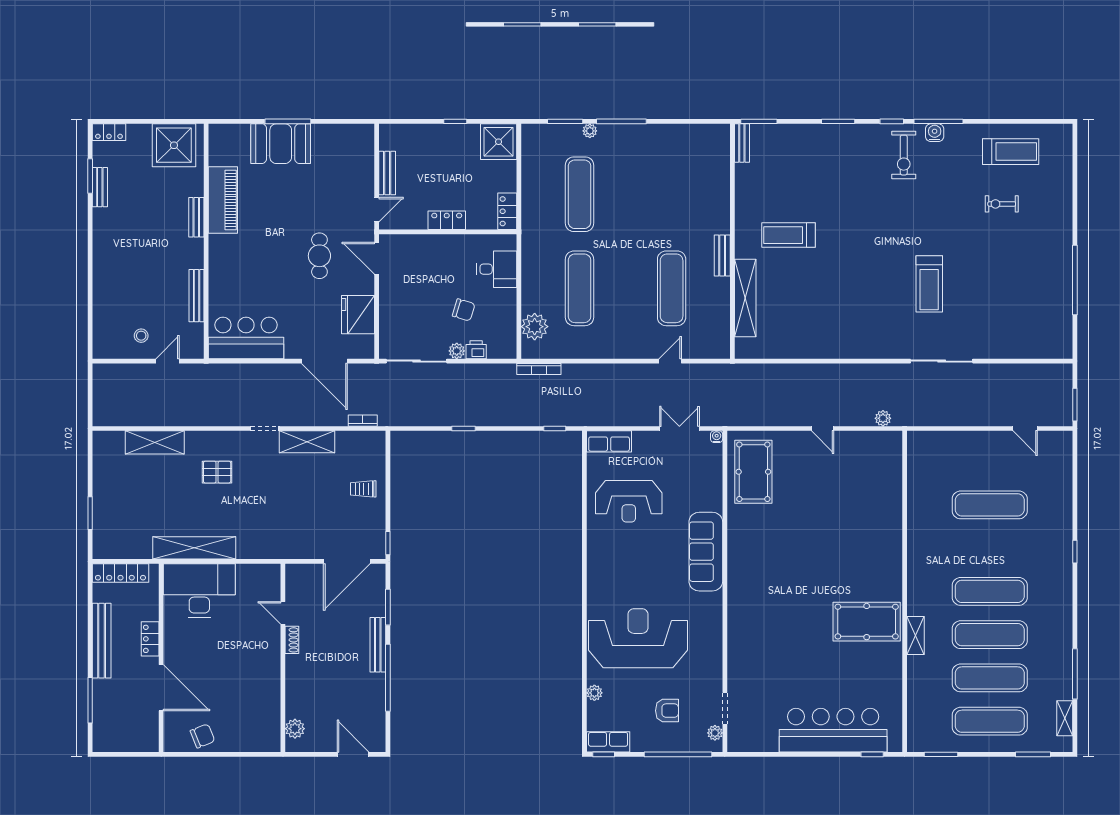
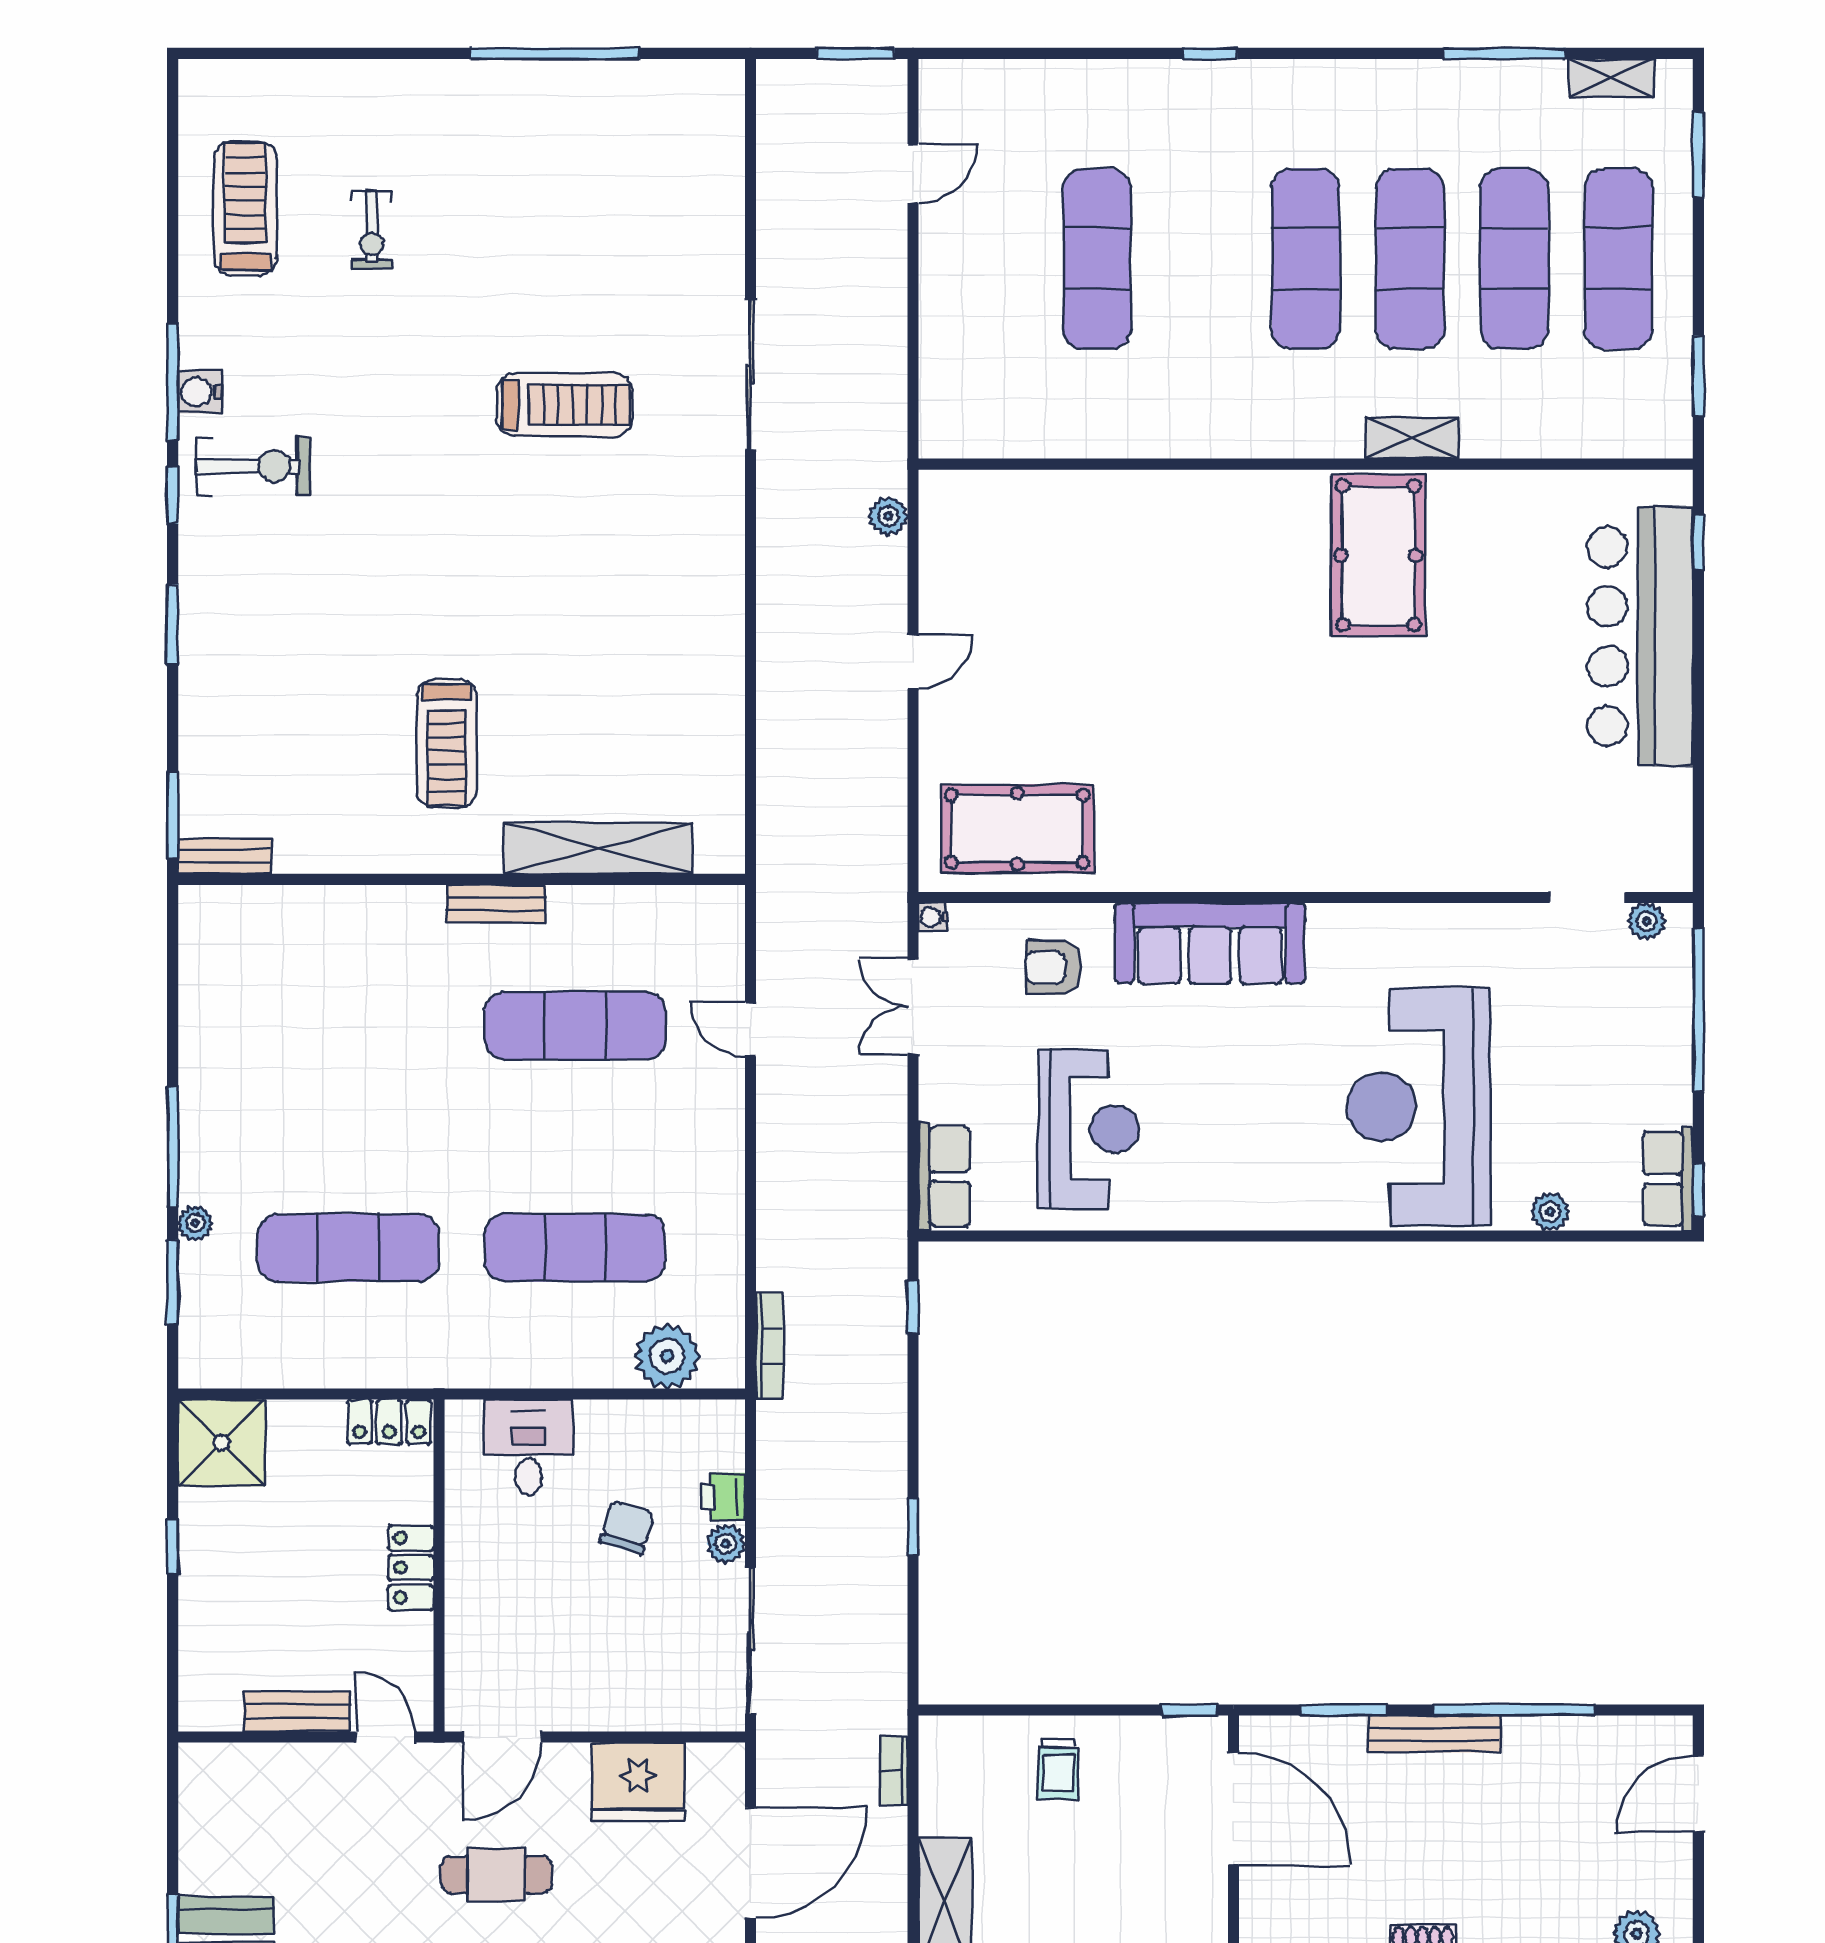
armchair: (667, 711) -> (1053, 968), moved, turned -90

